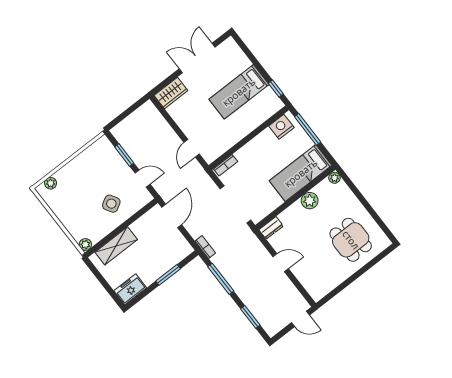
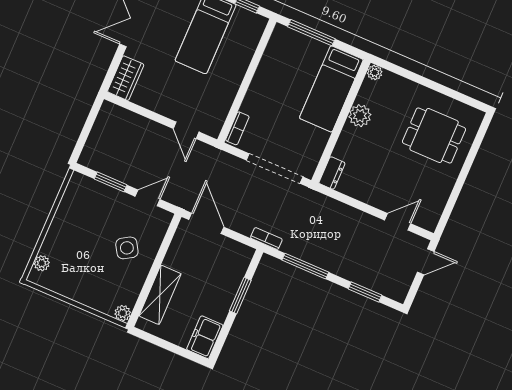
nightstand: (281, 127) -> (279, 46), removed
door: (281, 263) -> (398, 222), moved

